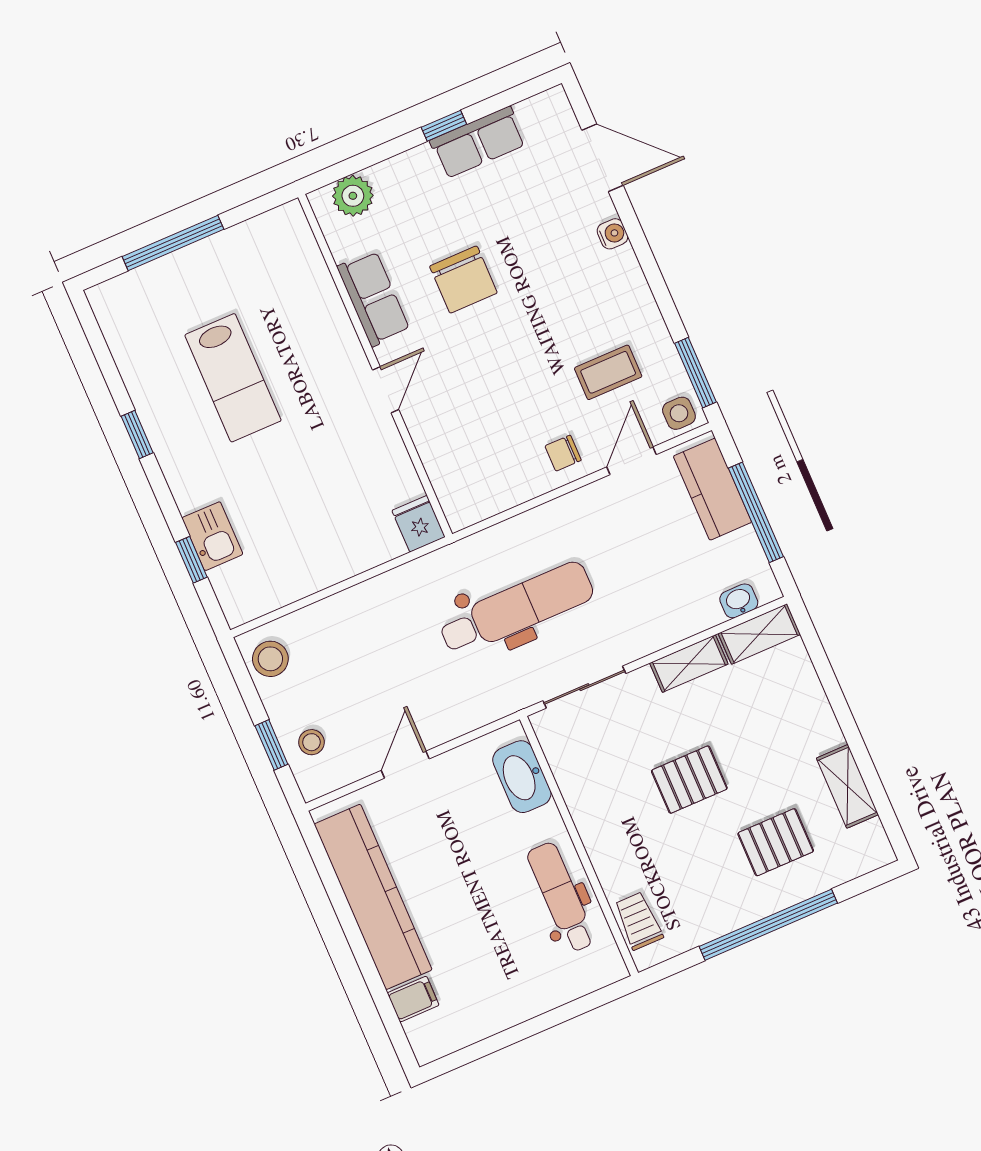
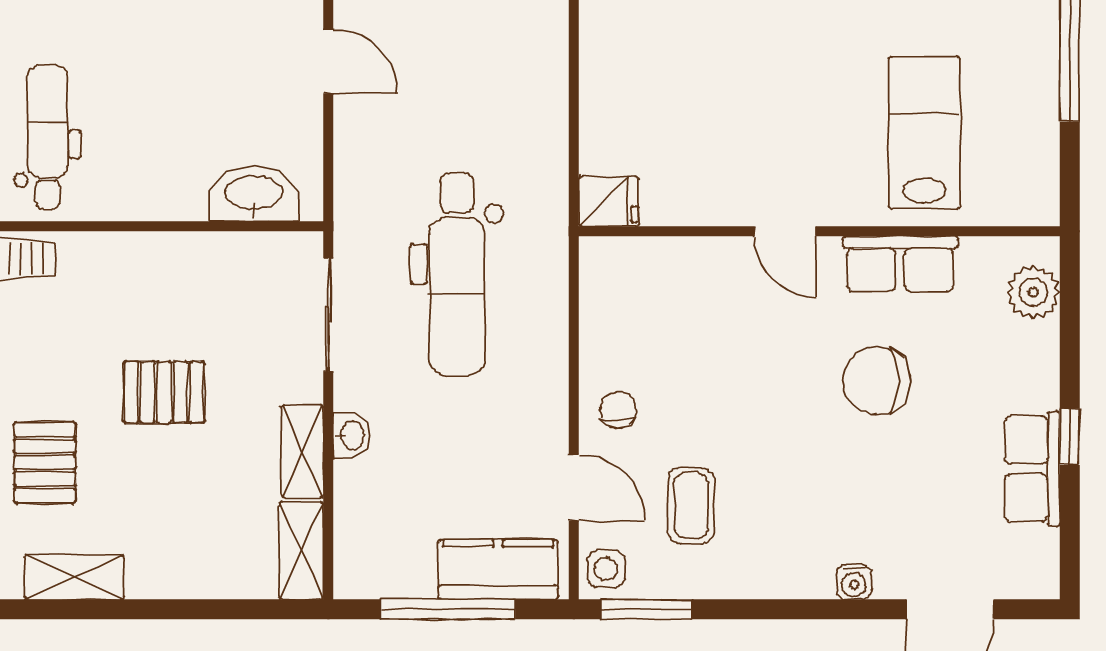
lab bench: (233, 378) -> (924, 133), moved, turned 90
washbasin: (739, 601) -> (351, 436), moved
pallet: (689, 780) -> (164, 392), turned 90
dental chair: (561, 897) -> (47, 137), moved, turned -90

